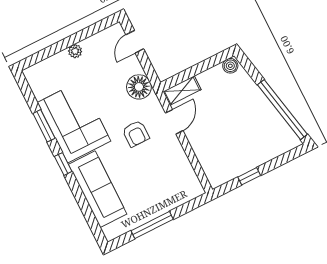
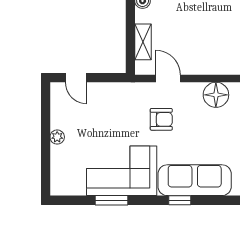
floor lamp: (139, 87) -> (216, 95), moved
shelving: (182, 91) -> (143, 42), moved
window: (63, 164) -> (180, 200), moved

